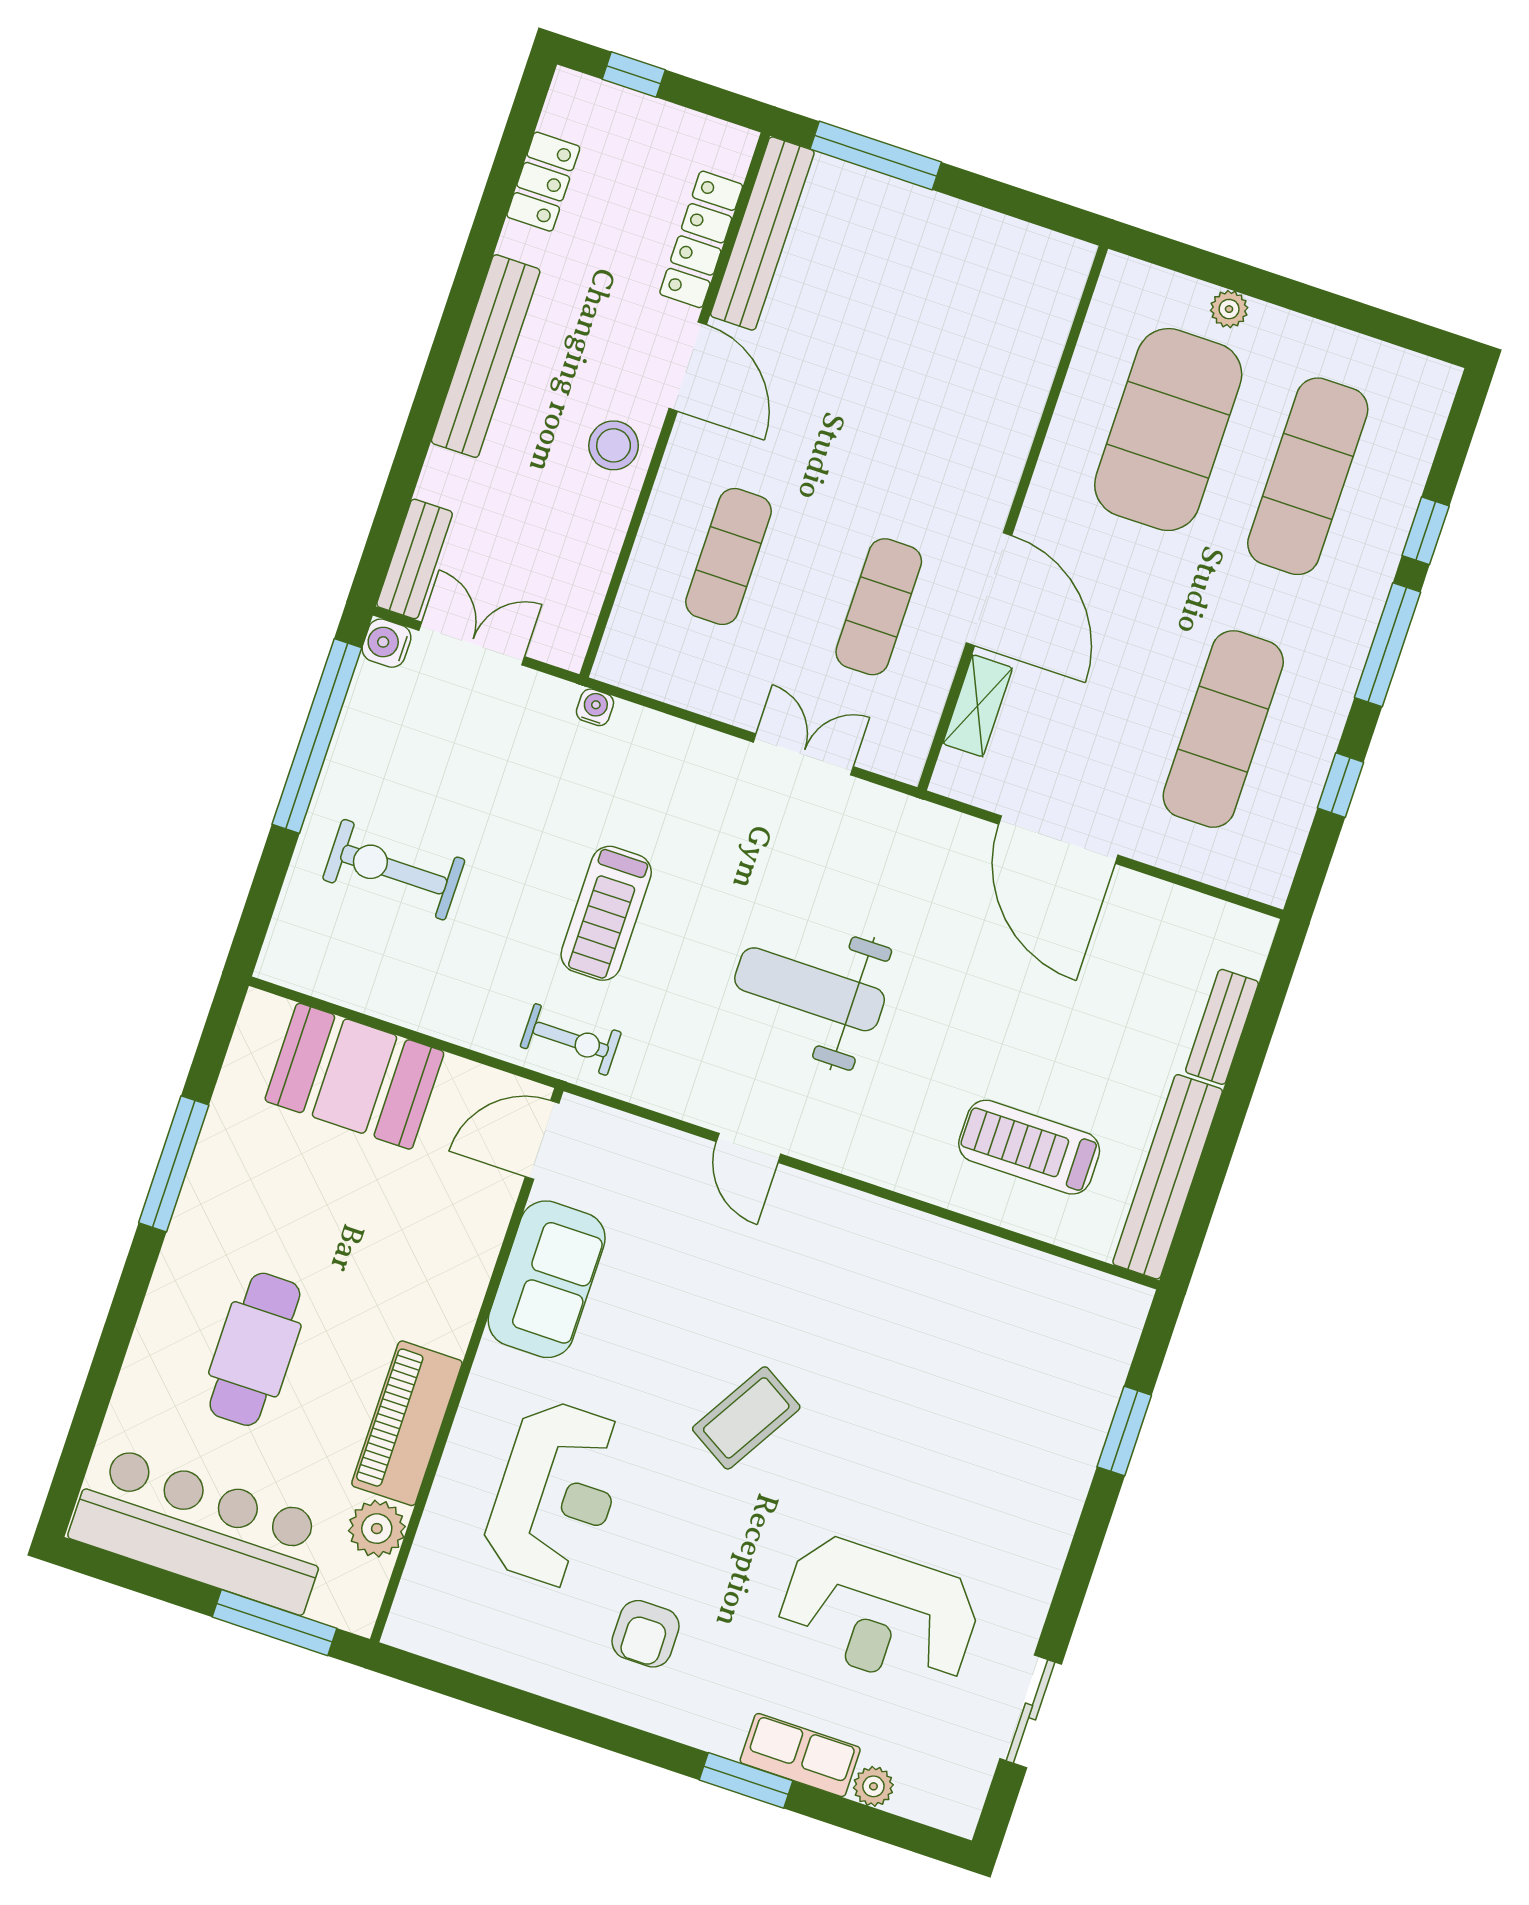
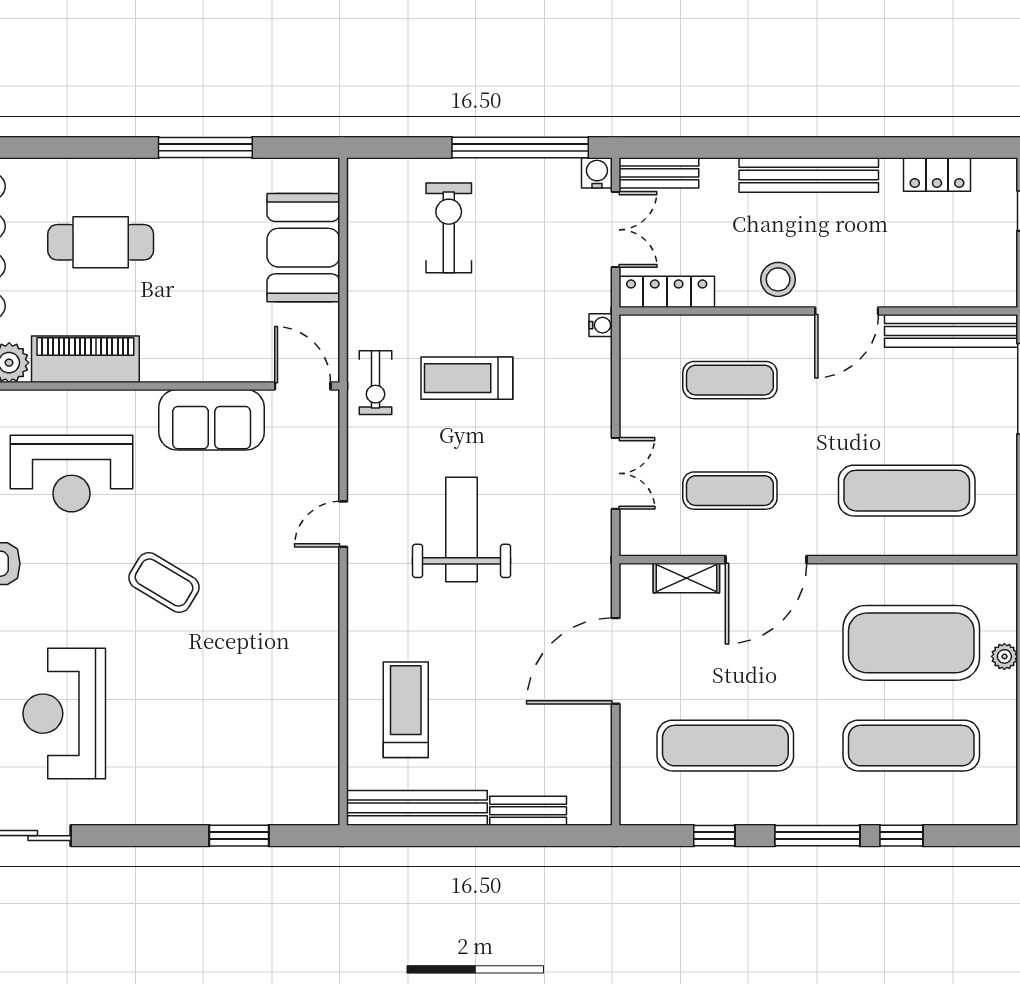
locker: (701, 239) -> (667, 292), moved
exercise mat: (959, 367) -> (907, 491), added

